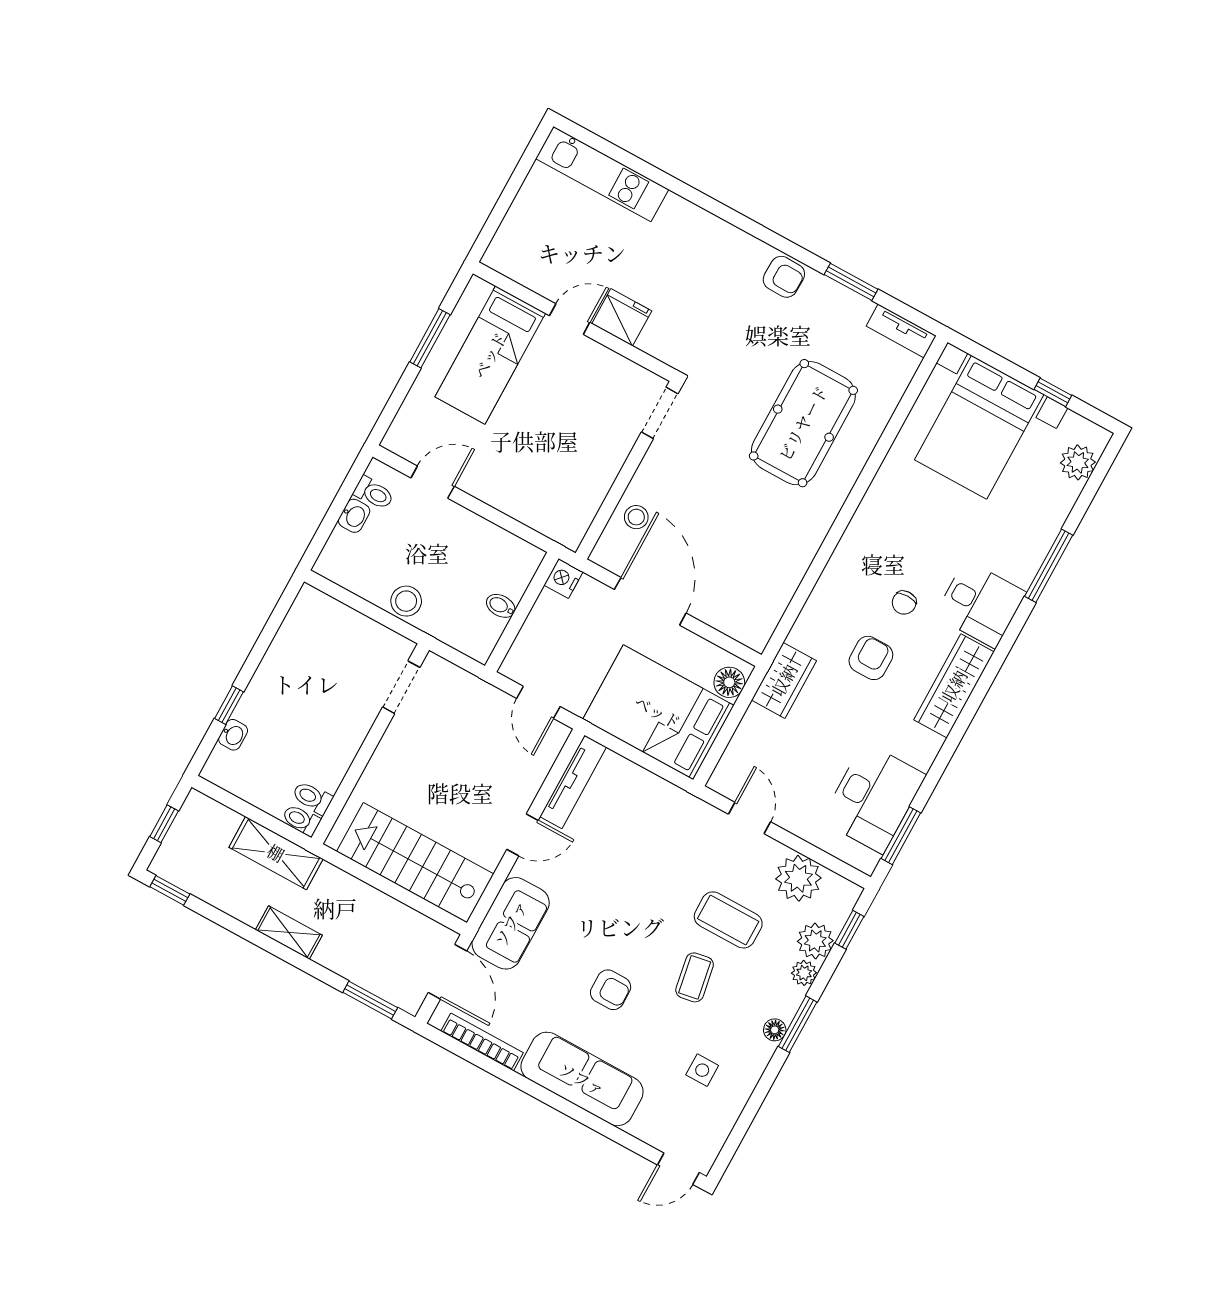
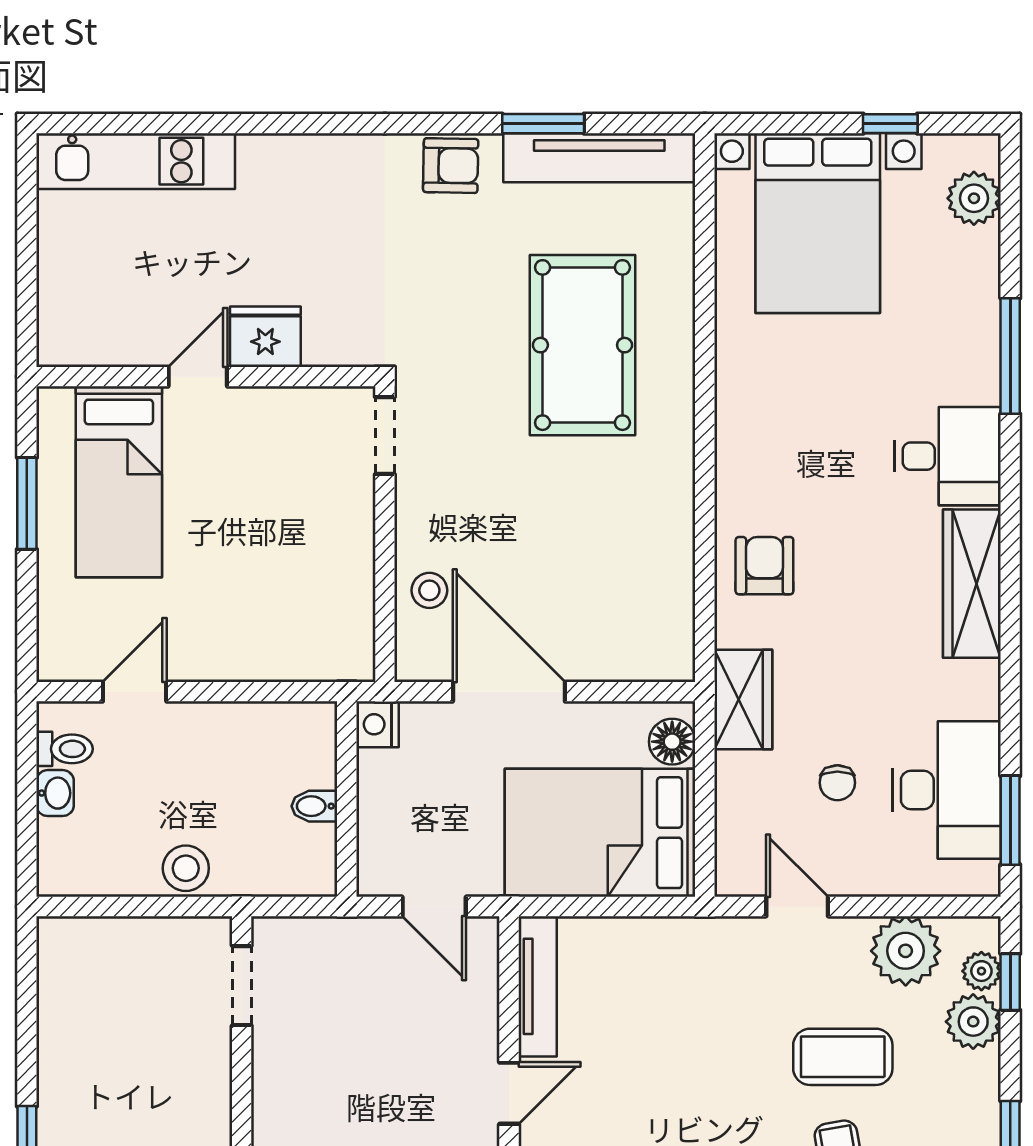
tv unit: (901, 331) -> (599, 158), width x1.92, depth x1.29
chair: (904, 603) -> (837, 783), moved
armchair: (871, 658) -> (764, 566), moved
plant: (804, 973) -> (981, 971), moved

